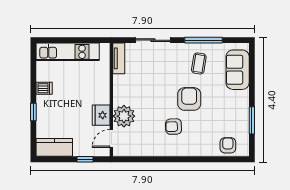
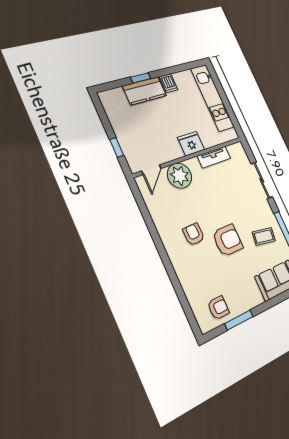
tv unit: (119, 58) -> (214, 157), moved
fridge: (101, 115) -> (191, 144), moved
door: (111, 138) -> (151, 170), swing flipped
armchair: (228, 145) -> (218, 308), moved
kitchen counter: (54, 147) -> (145, 91), moved, turned 90

